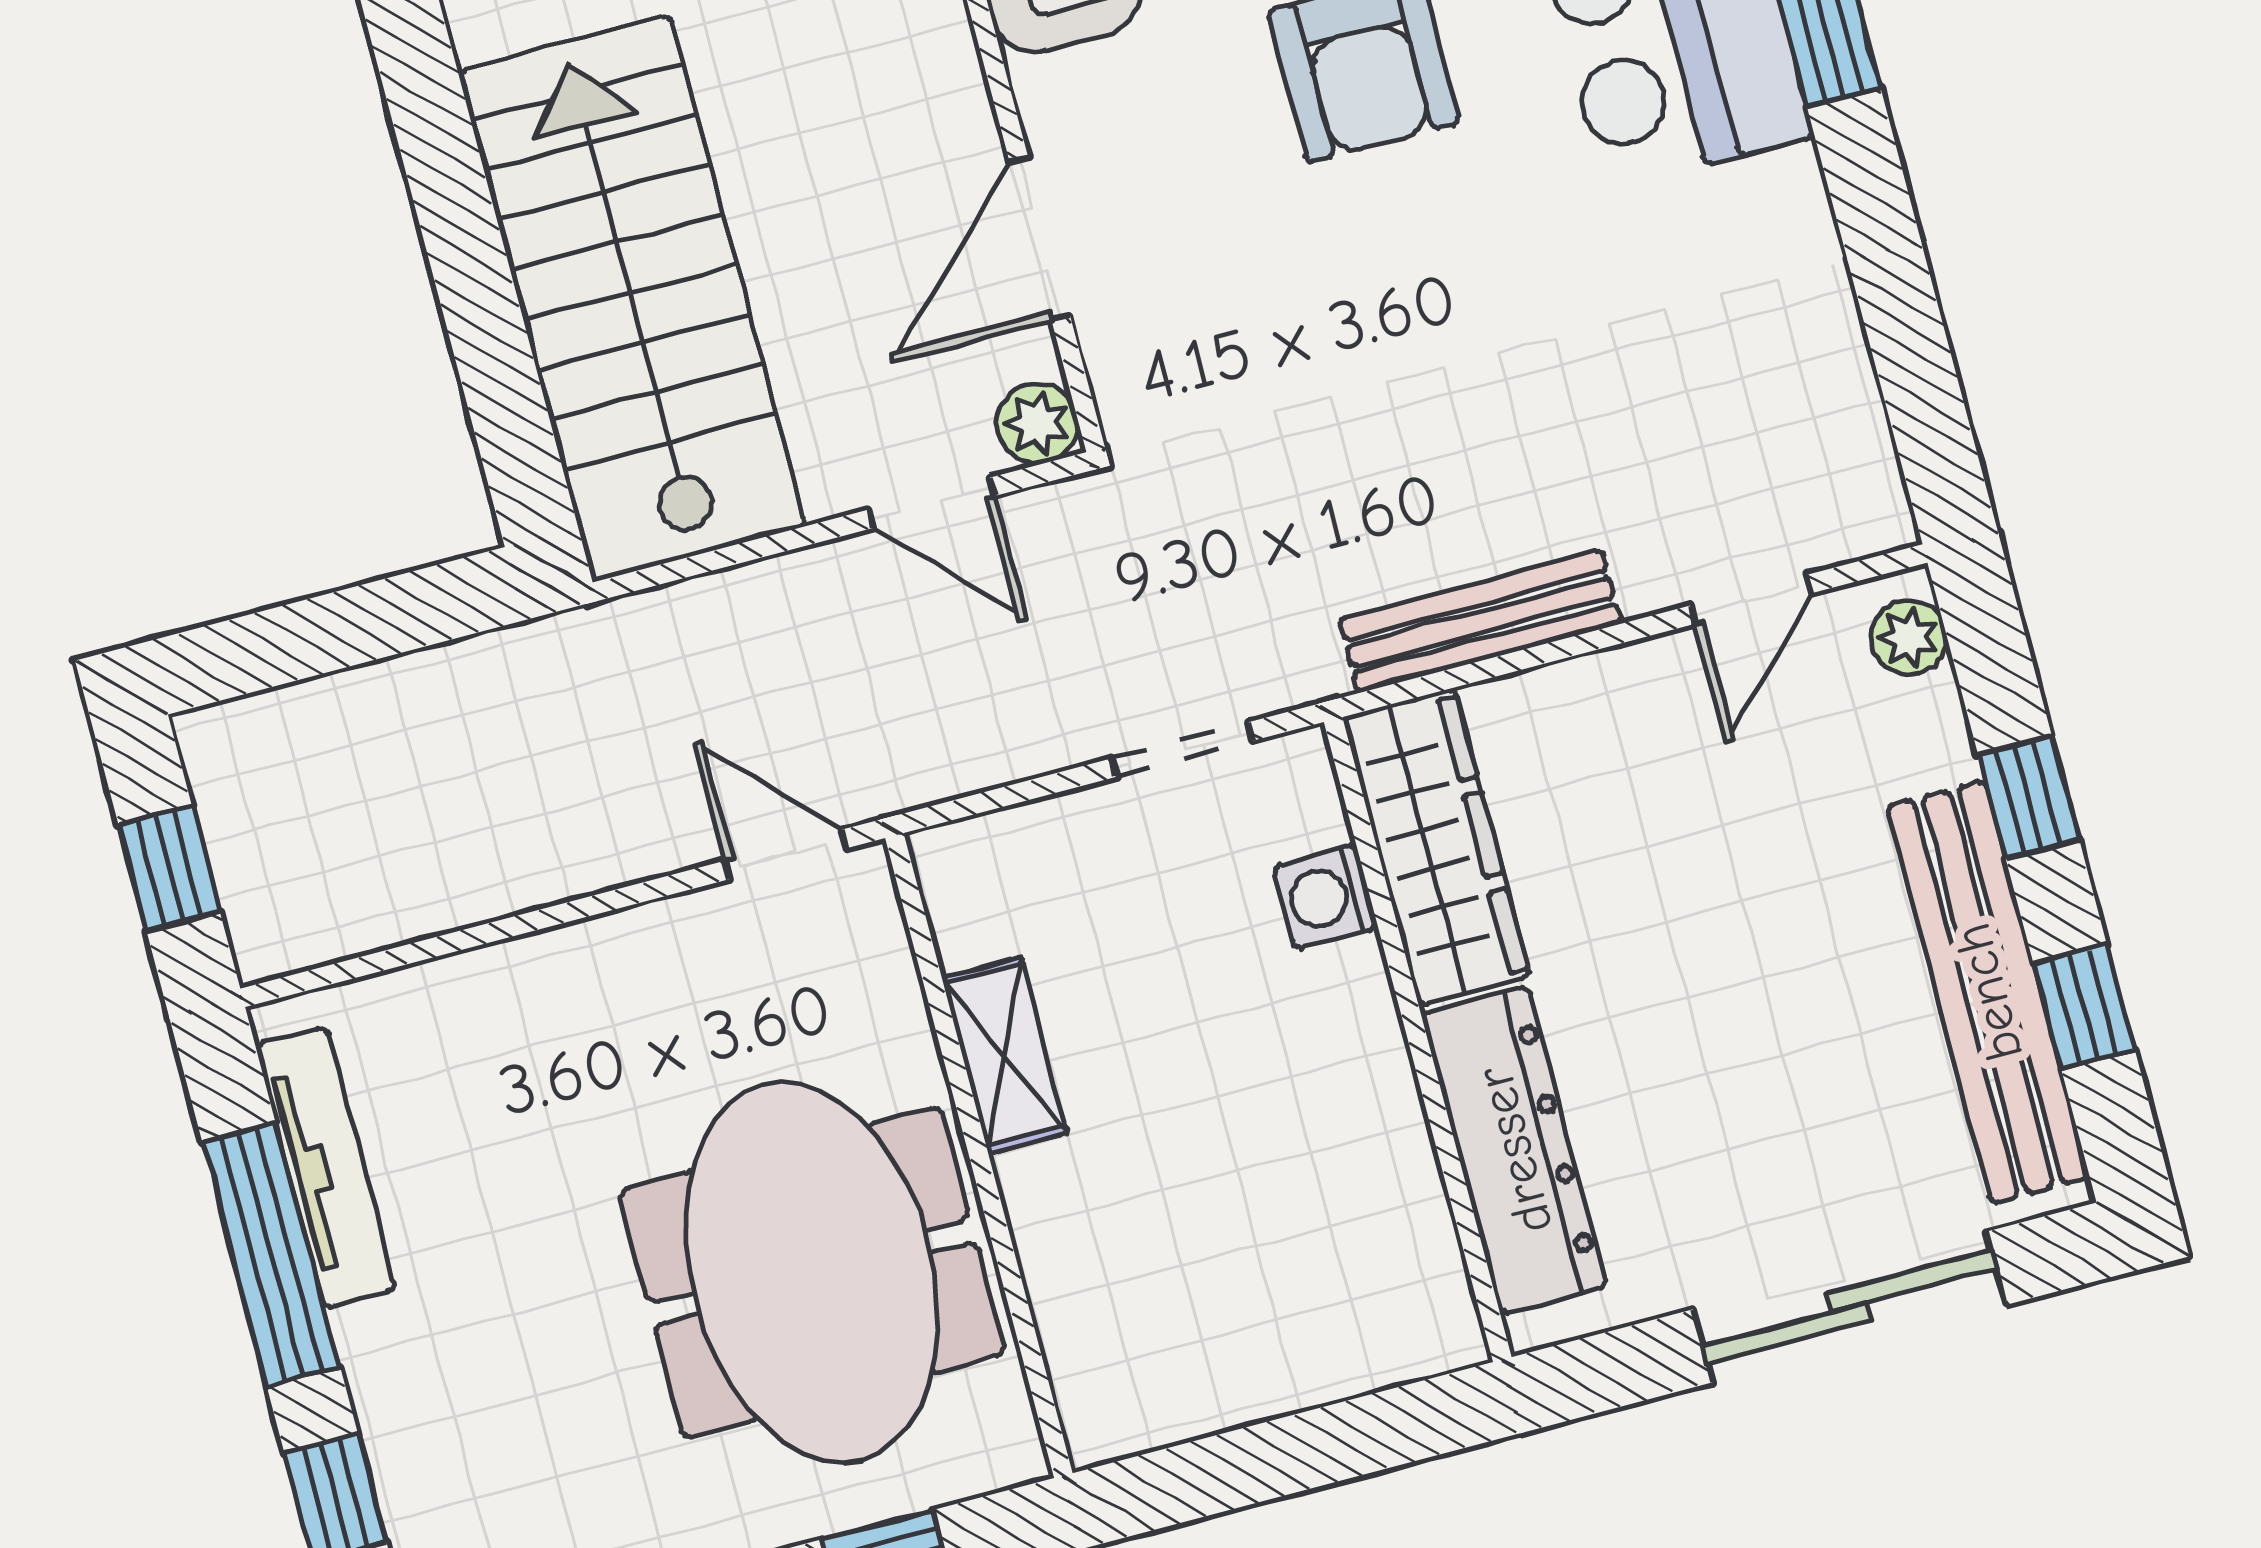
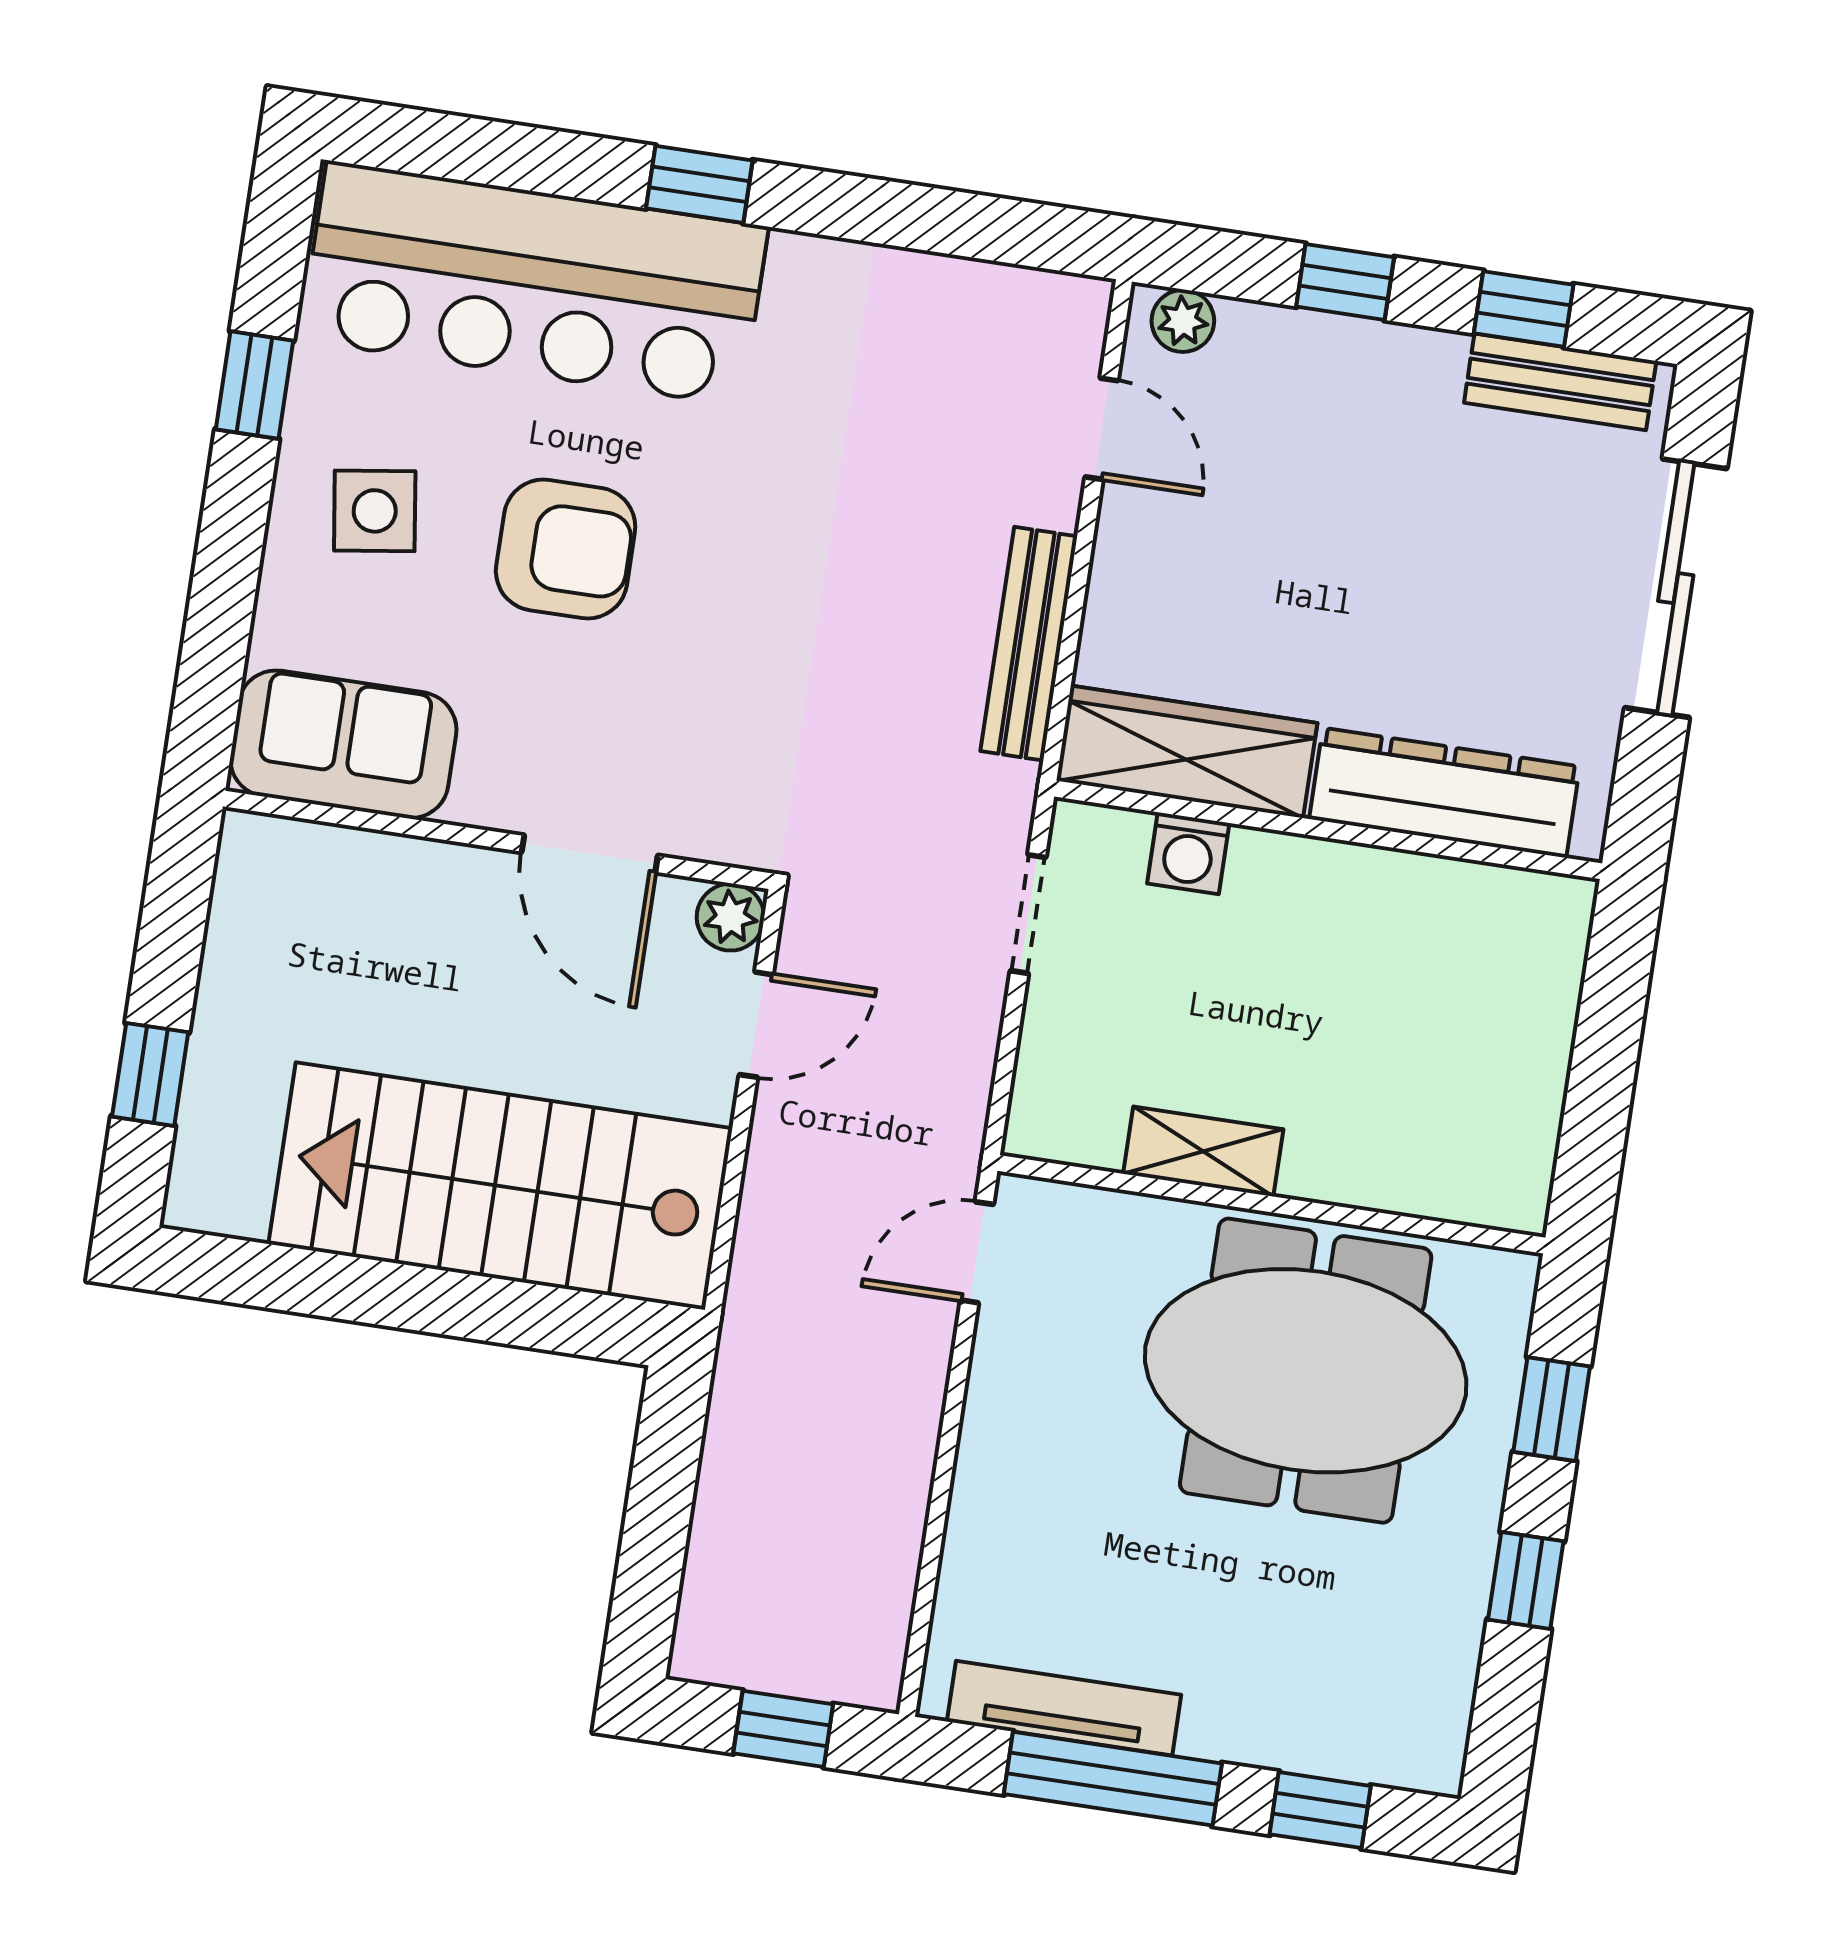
bench: (1988, 992) -> (1560, 382), width x0.54, depth x0.82

